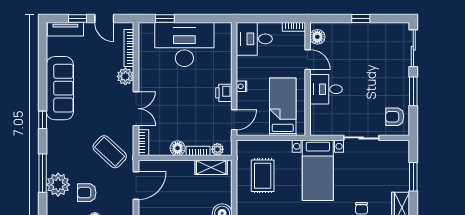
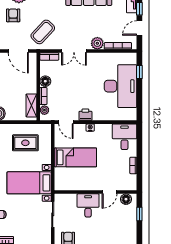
floor lamp: (317, 37) -> (126, 199), moved
door: (308, 60) -> (109, 192), moved
wall: (308, 79) -> (95, 192), moved
desk: (326, 89) -> (88, 205), moved

